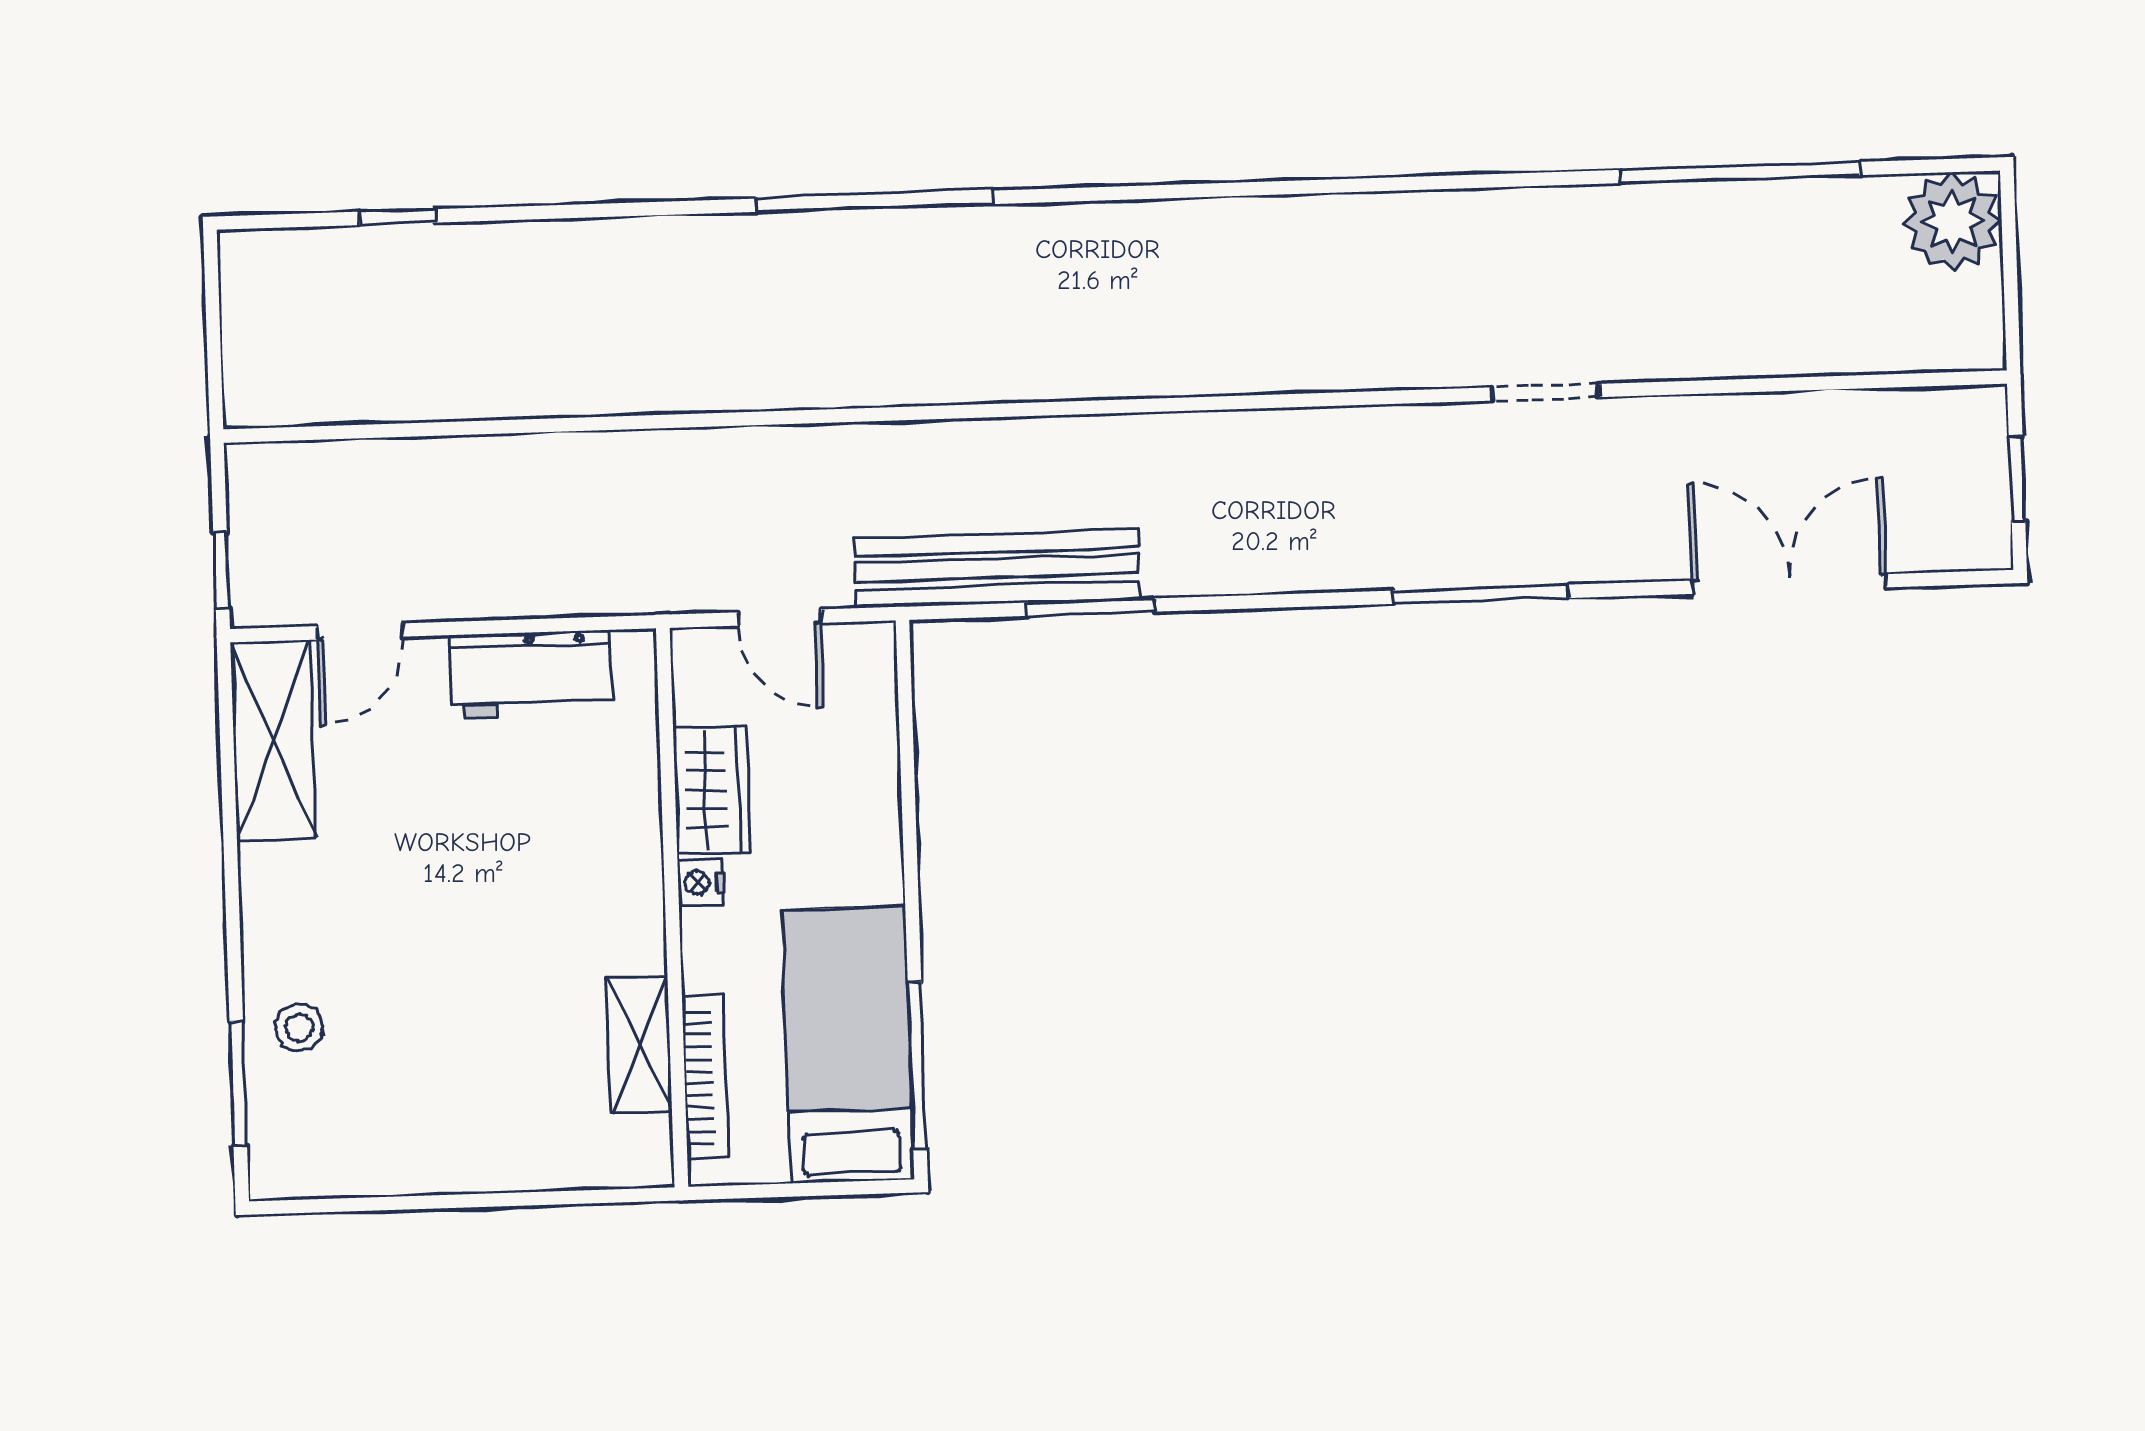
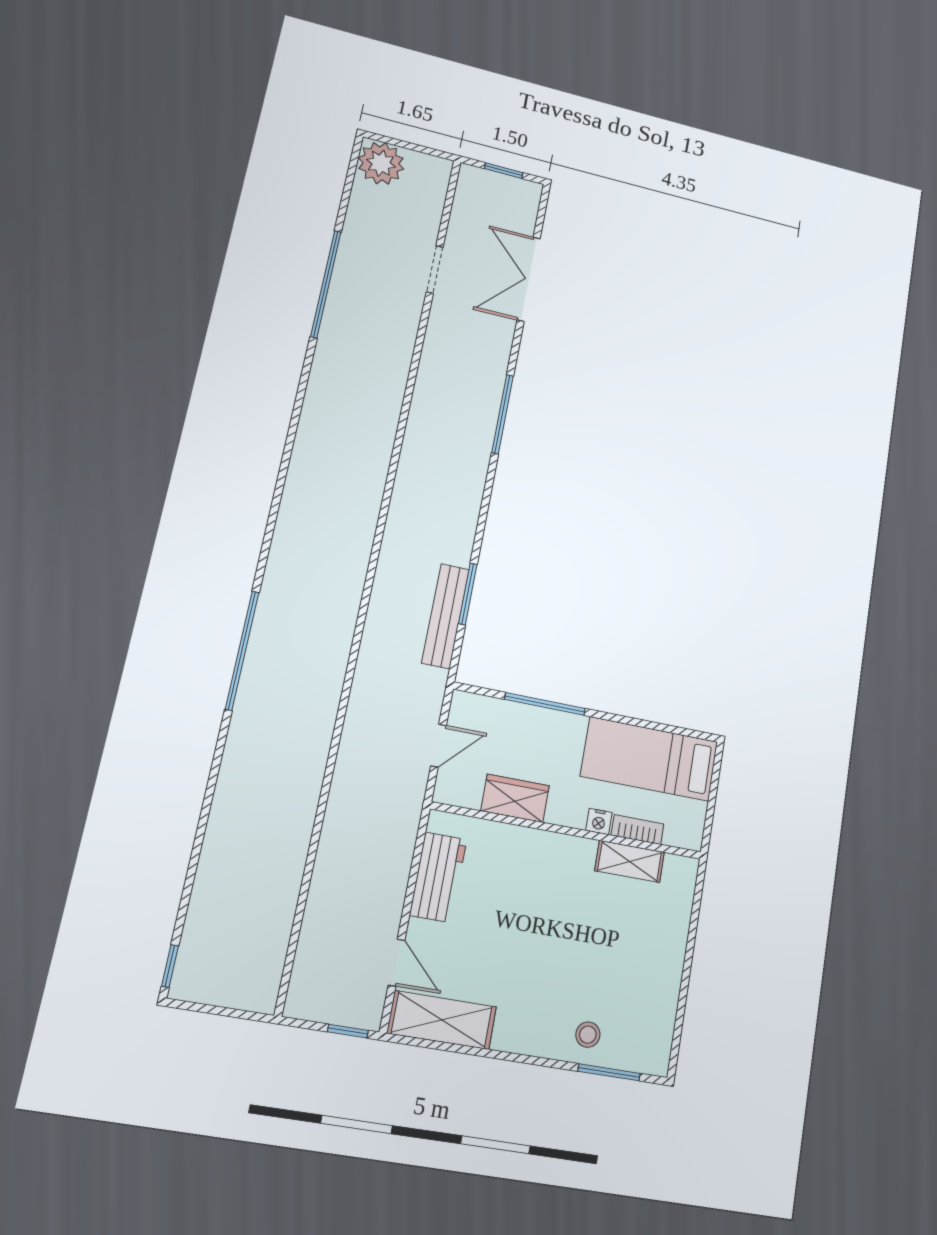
window: (1740, 173) -> (326, 284), moved
window: (397, 217) -> (170, 966), moved
doorway: (1546, 392) -> (435, 269), moved
bench: (997, 568) -> (446, 616), width x0.73, depth x0.82
nightstand: (701, 883) -> (599, 821), moved
window: (917, 1065) -> (545, 704), moved
bookcase: (705, 1077) -> (637, 830), width x0.64

